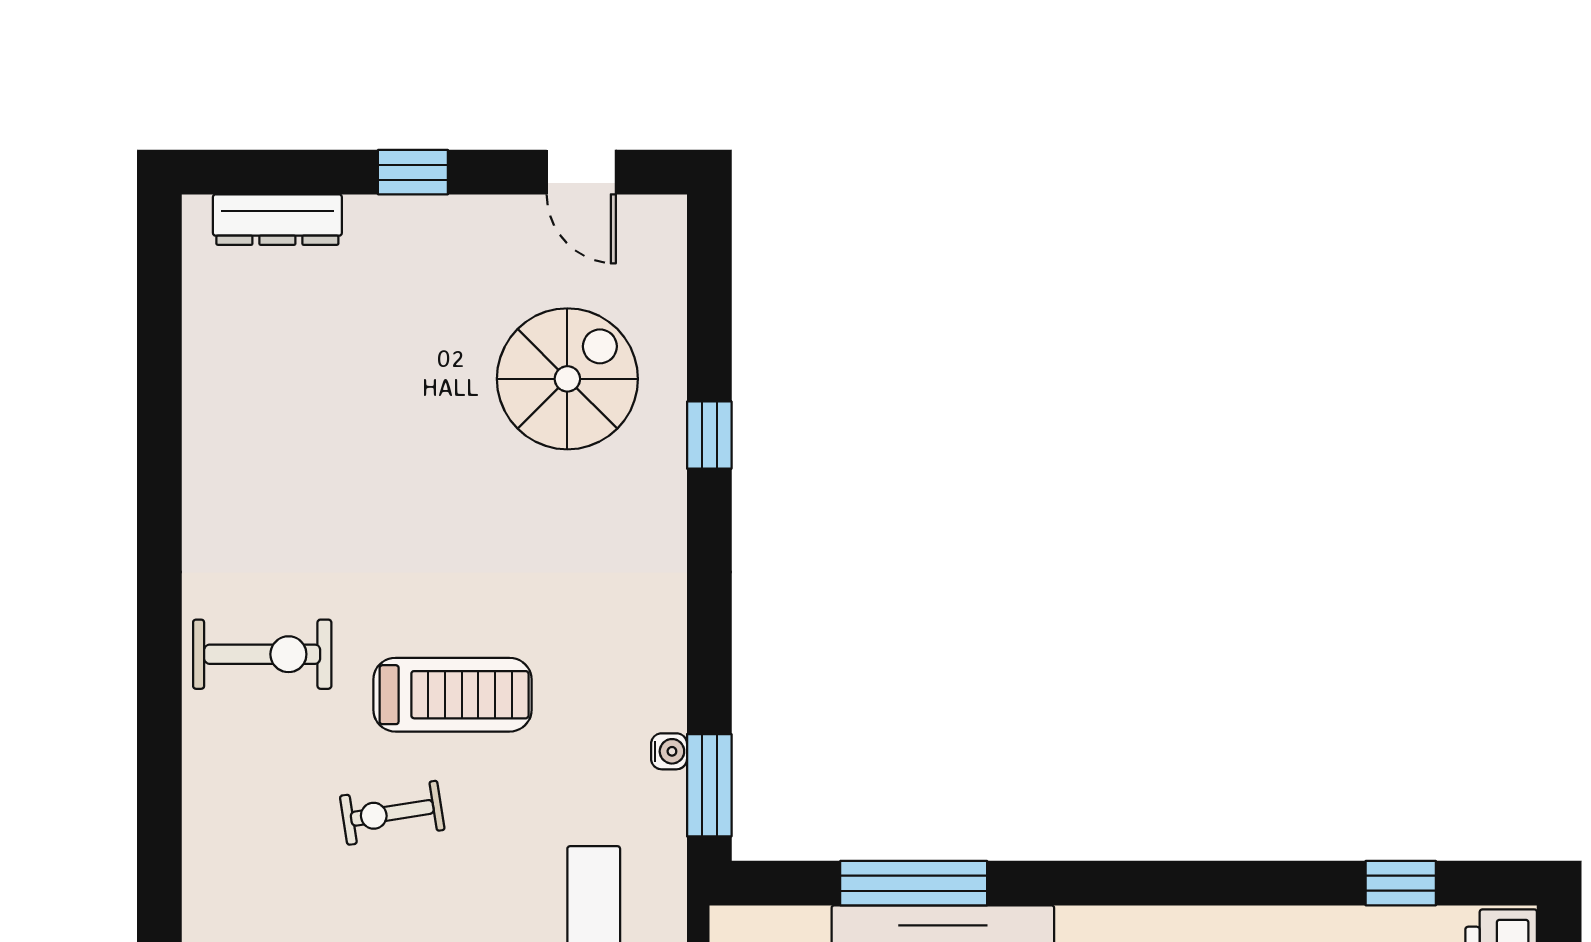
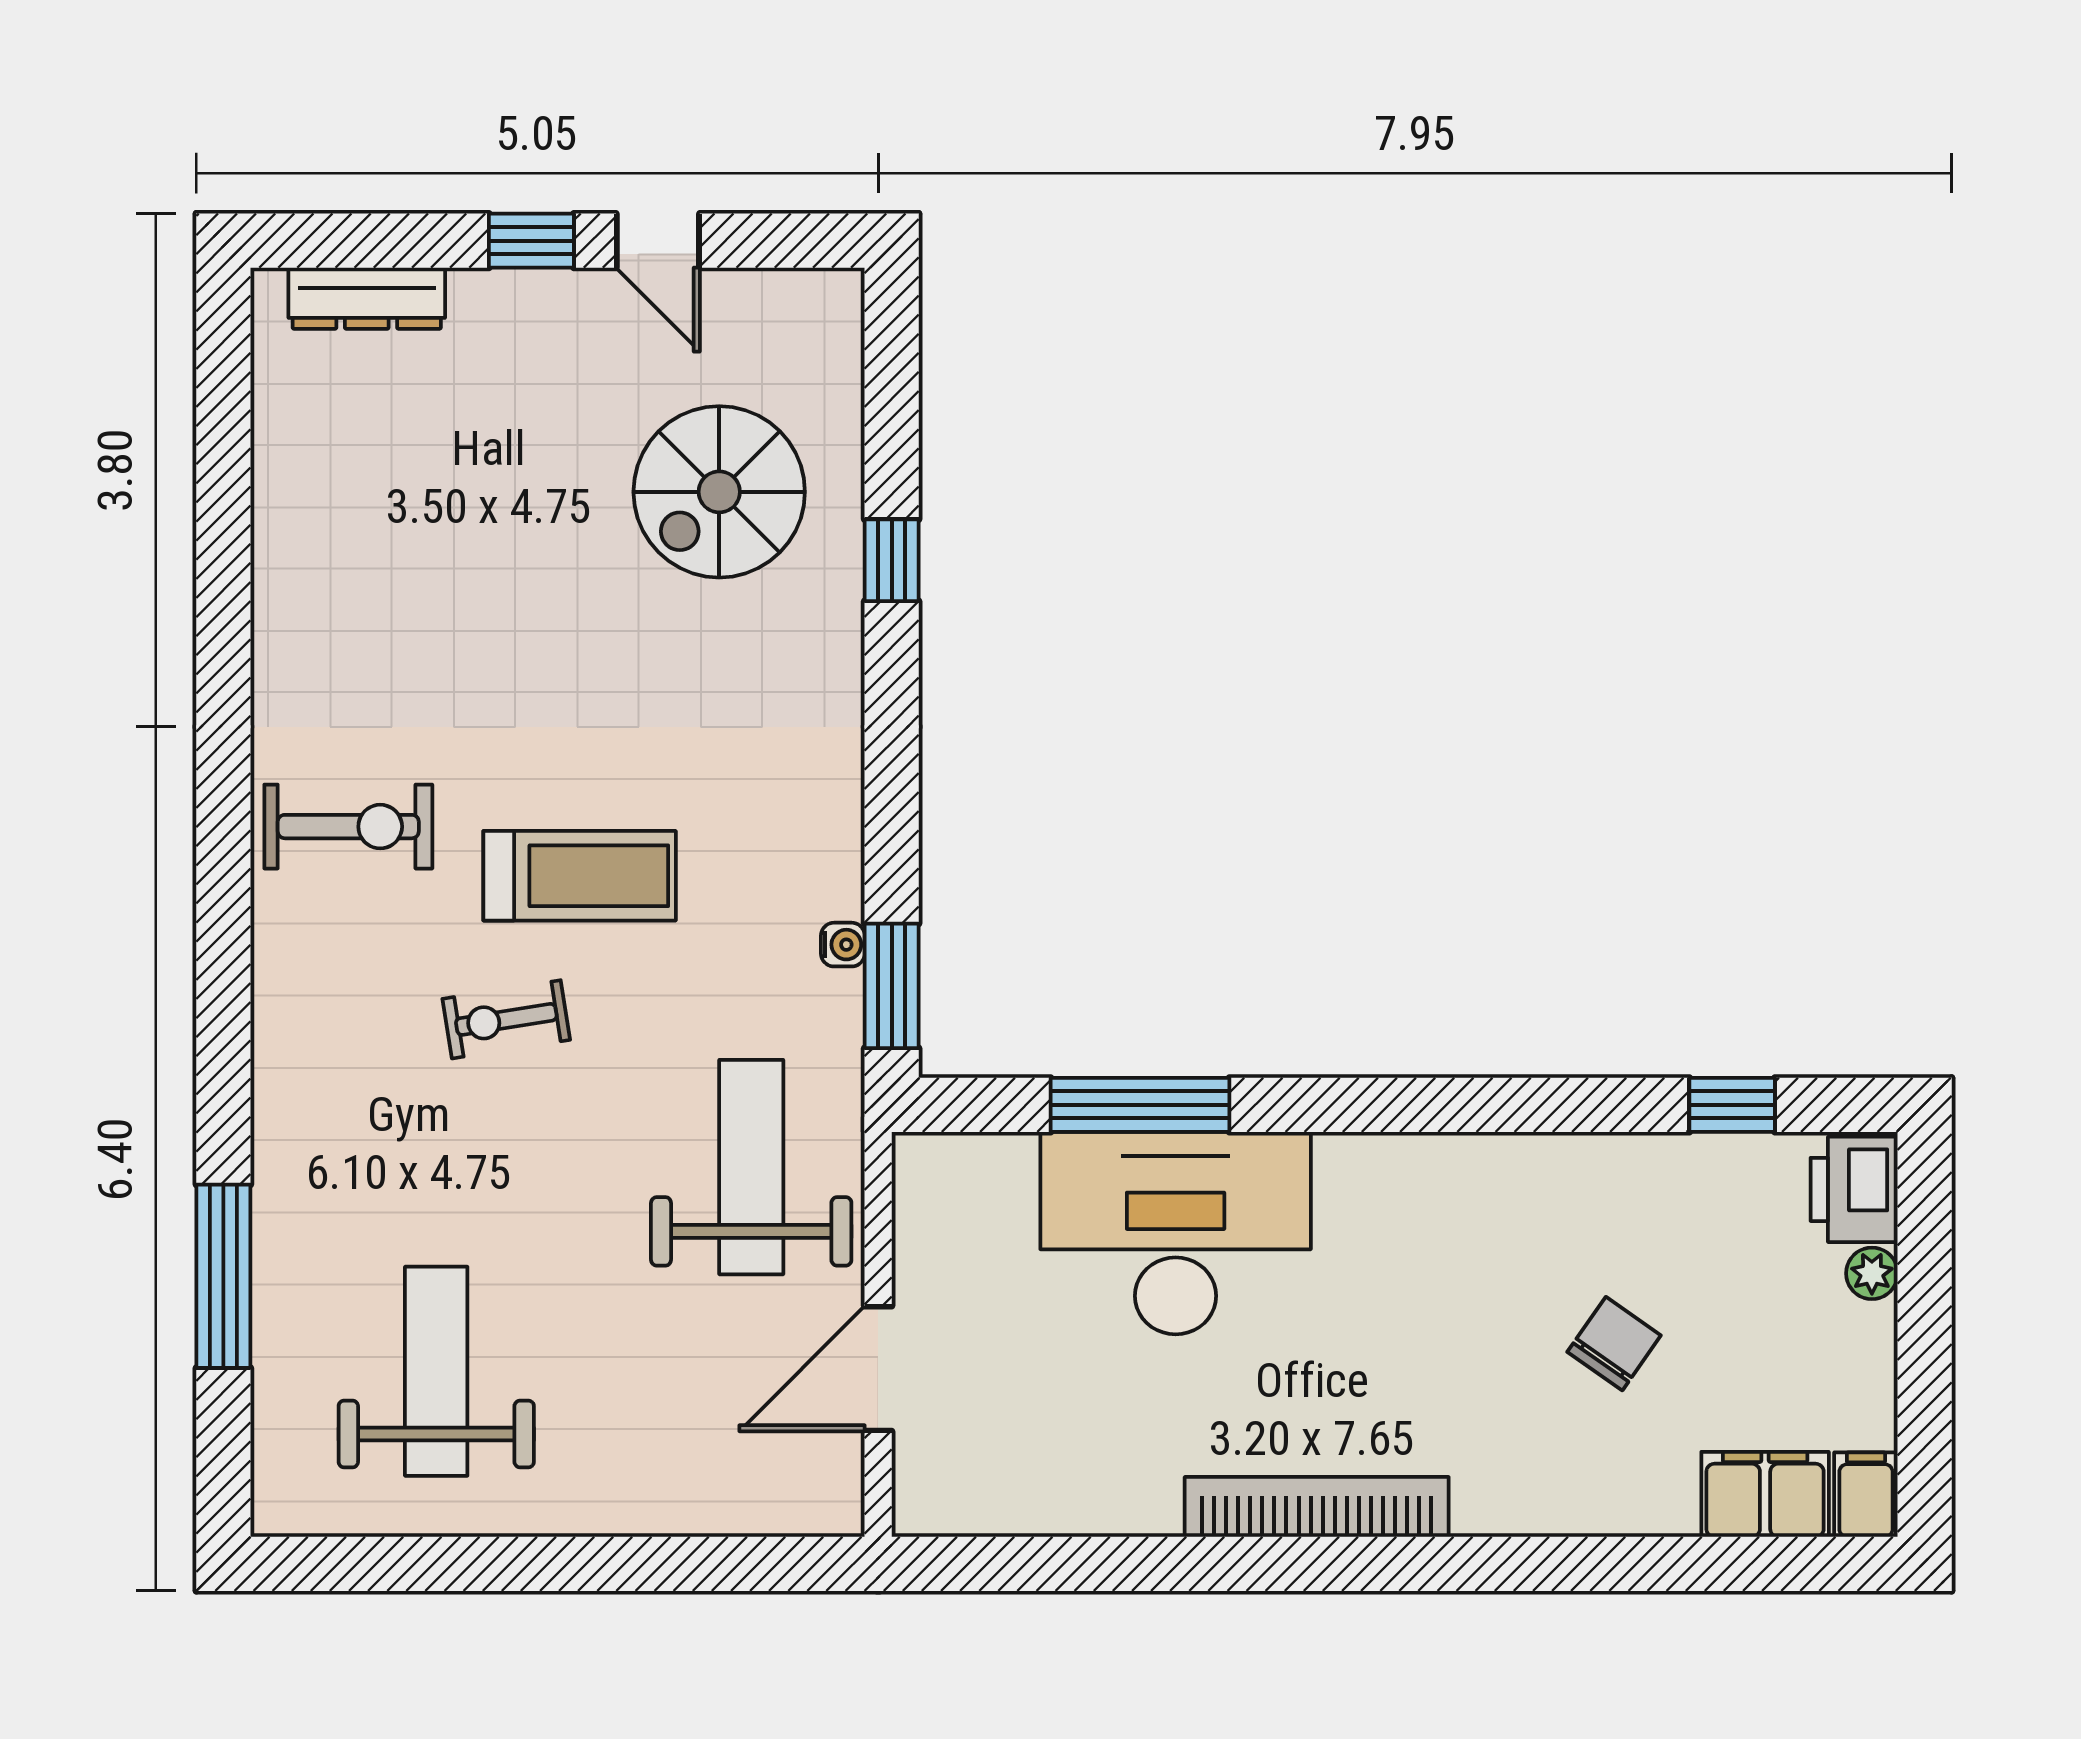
door: (581, 172) -> (658, 241), moved
spiral stairs: (567, 379) -> (719, 492), turned 180

